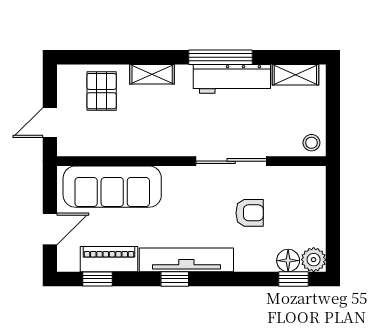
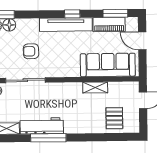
shelving: (152, 74) -> (95, 88), moved
sliding door: (231, 161) -> (25, 80), moved
door: (50, 229) -> (142, 41), hinge flipped
window: (98, 279) -> (115, 13), width x1.50

